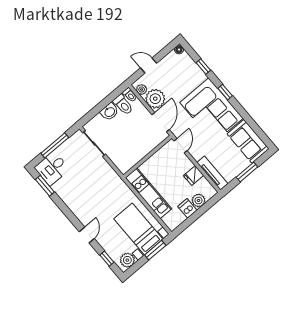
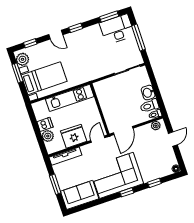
plant: (155, 99) -> (144, 134), removed
door: (161, 122) -> (123, 130), hinge flipped
door: (181, 146) -> (98, 139), swing flipped
desk: (52, 168) -> (117, 29), width x1.37
fridge: (194, 175) -> (74, 136), width x1.88, depth x1.34
window: (71, 217) -> (76, 28), added
window: (155, 250) -> (17, 73), moved

